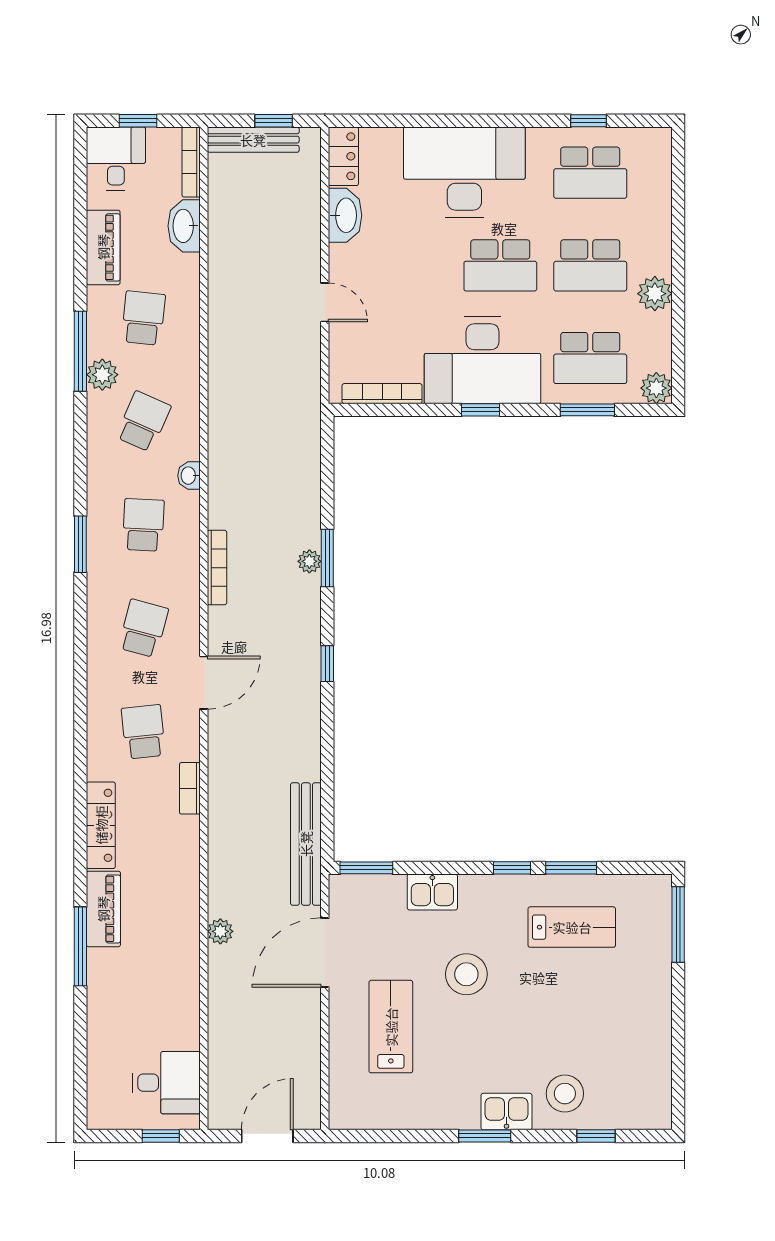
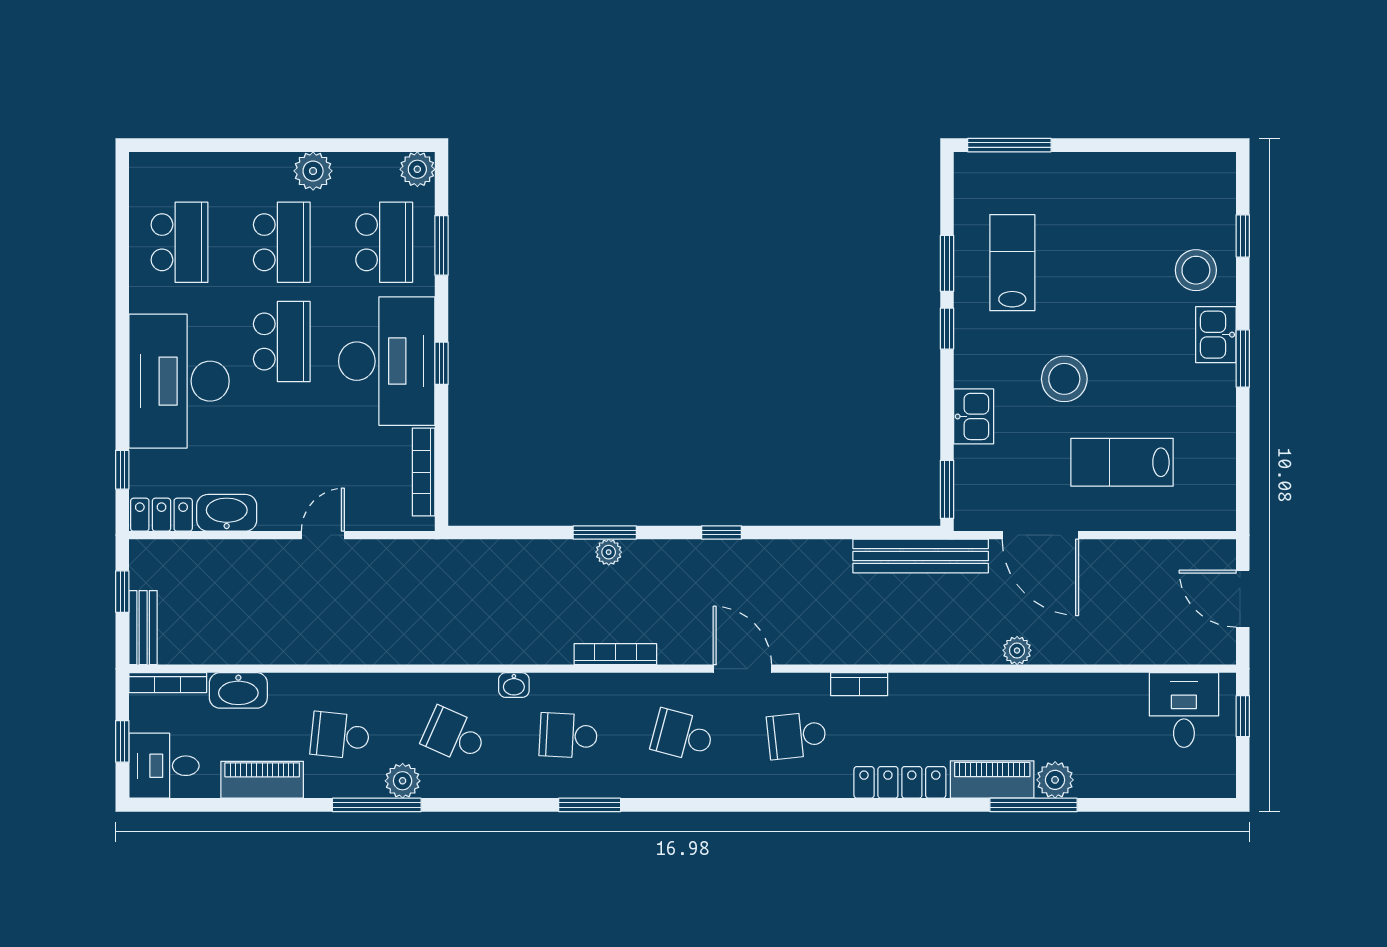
window: (588, 121) -> (122, 470), moved
bench: (253, 140) -> (143, 628), width x0.73
plant: (103, 966) -> (1055, 780), added

